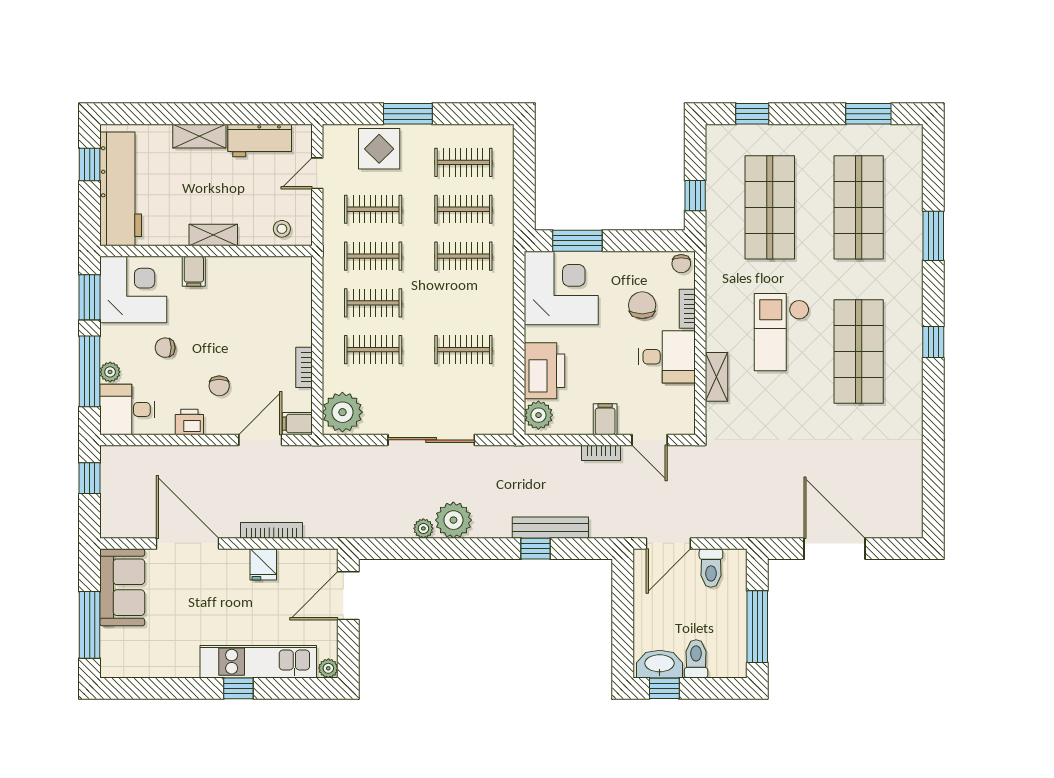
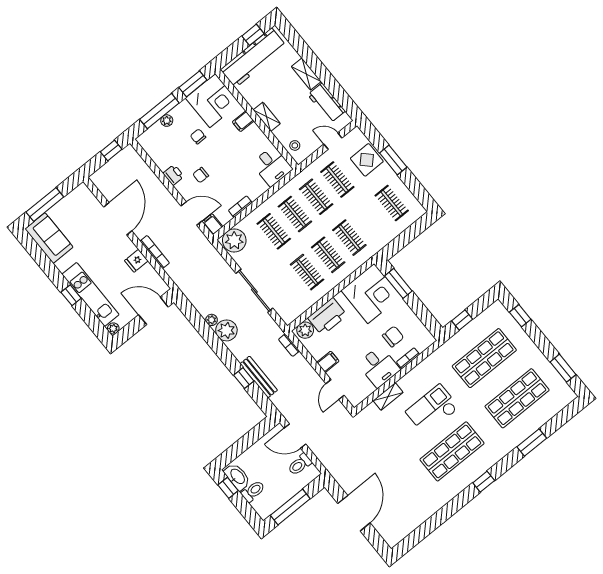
clothes rail: (463, 209) -> (328, 255), moved
chair: (681, 264) -> (426, 339), removed
desk: (127, 409) -> (272, 166), moved, turned 180
bookcase: (601, 453) -> (289, 345), moved
sofa: (122, 587) -> (49, 238), moved, turned -90

